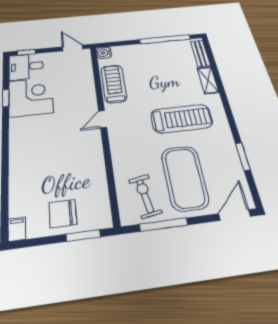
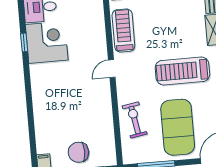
treadmill: (182, 119) -> (182, 71), turned 180
exercise bike: (145, 196) -> (135, 120), moved

